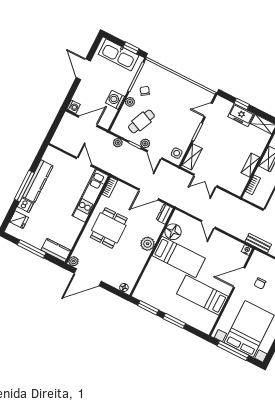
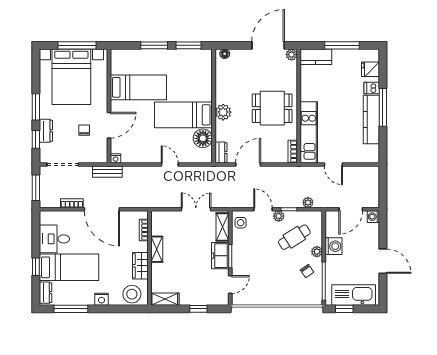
freezer: (241, 115) -> (220, 256), moved, turned -90
cafe table: (141, 121) -> (294, 237), turned 34
dining table: (109, 228) -> (272, 108), turned 90

